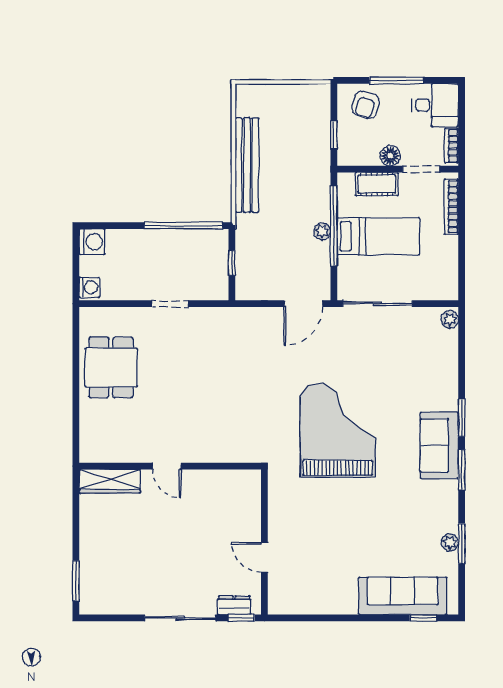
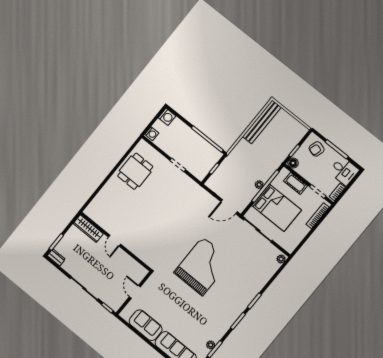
floor lamp: (390, 156) -> (293, 163), moved
bench: (247, 165) -> (262, 122), moved
bed: (378, 236) -> (277, 208), width x1.50
sofa: (439, 445) -> (146, 325), moved, turned 90
door: (167, 466) -> (115, 241), moved
wall: (170, 466) -> (116, 242), moved
wardrobe: (110, 481) -> (88, 229), moved
dresser: (234, 605) -> (56, 257), moved

